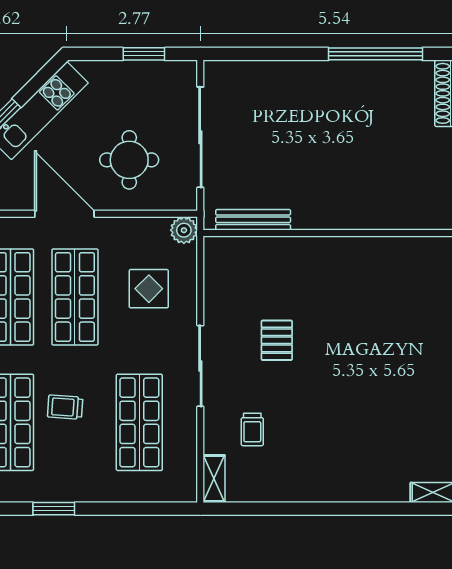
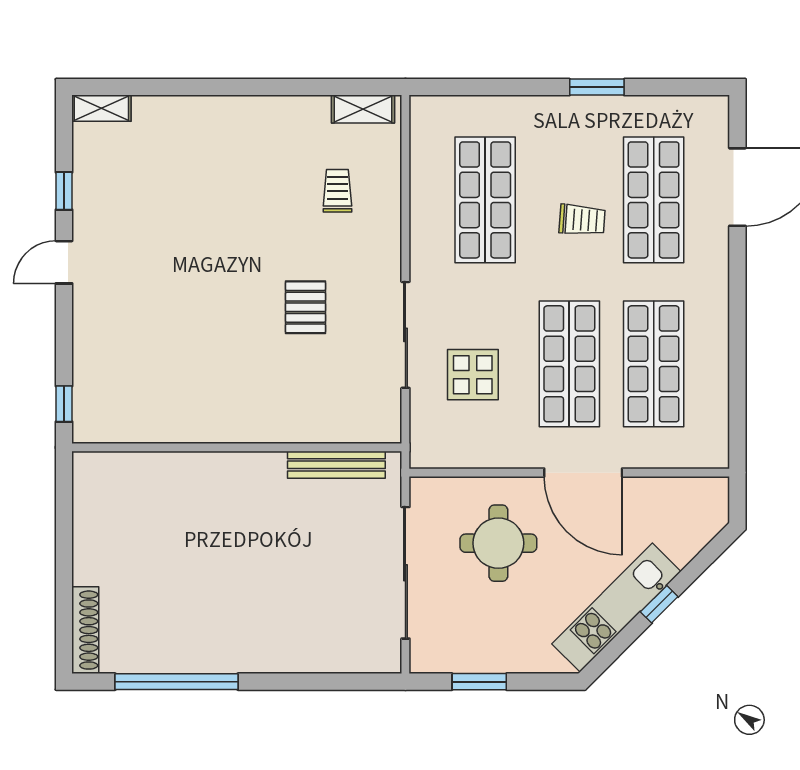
plant: (184, 230) -> (427, 451), removed
sliding door: (200, 366) -> (405, 335), moved
shelving: (214, 479) -> (363, 109), moved, turned 90

